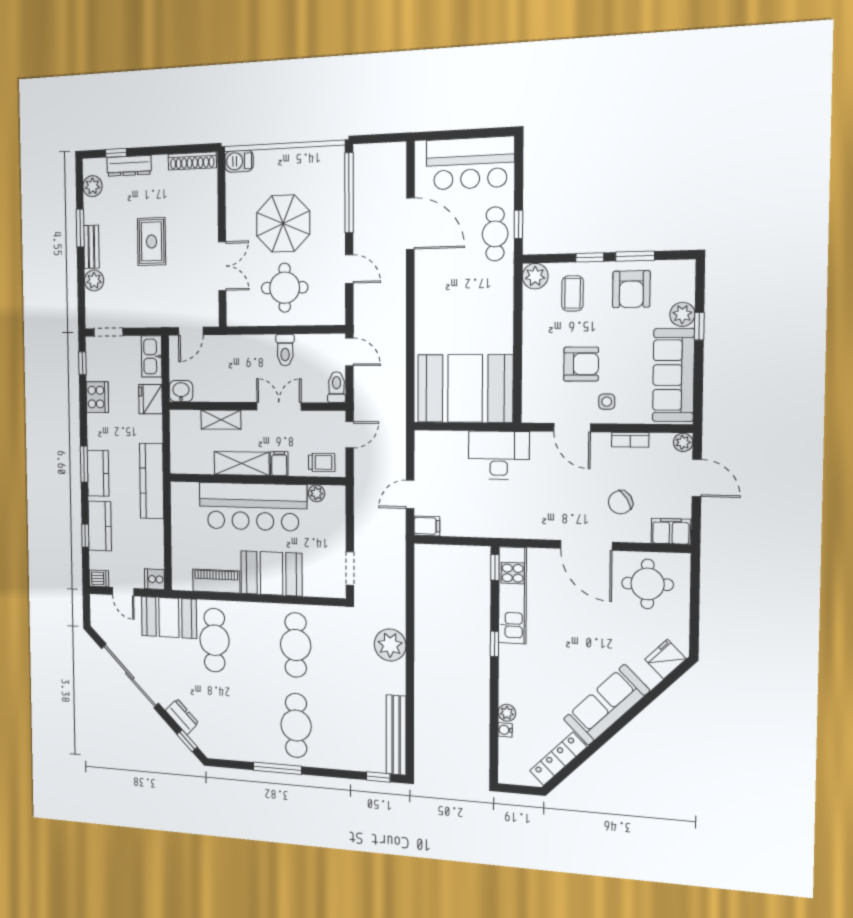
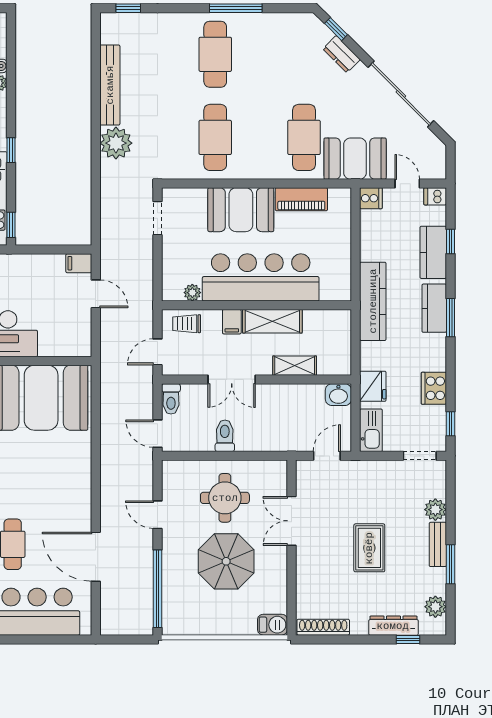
door: (410, 494) -> (96, 294), hinge flipped
bench: (396, 735) -> (110, 85), moved

